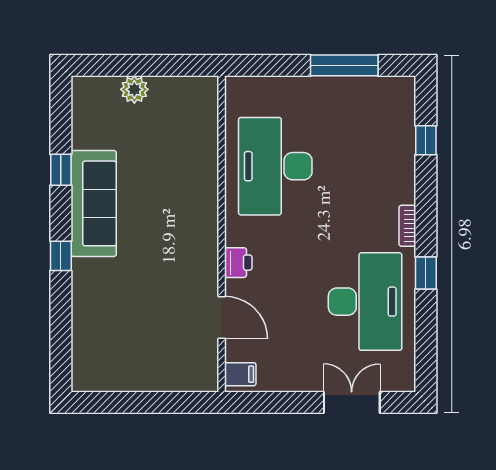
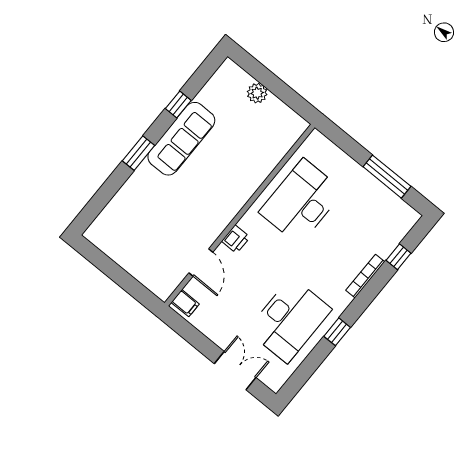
bookcase: (407, 226) -> (365, 276), moved, width x1.56
window: (61, 256) -> (139, 153), width x1.50

